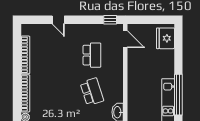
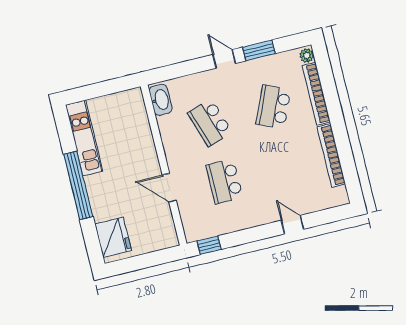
door: (125, 39) -> (169, 188), moved
school desk: (52, 92) -> (273, 107), added
window: (178, 95) -> (78, 185), moved

